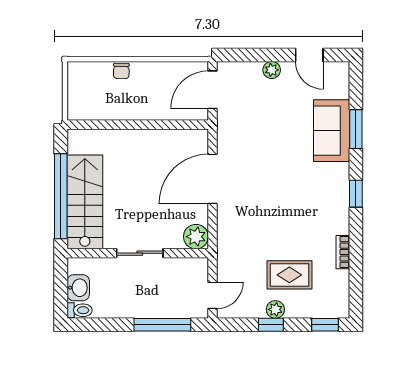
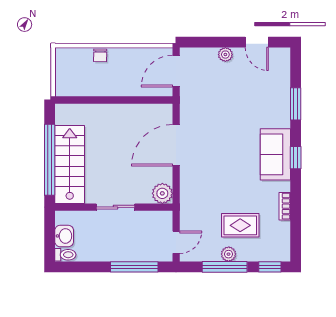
sofa: (332, 131) -> (275, 154), moved
window: (271, 325) -> (225, 267), width x2.17

